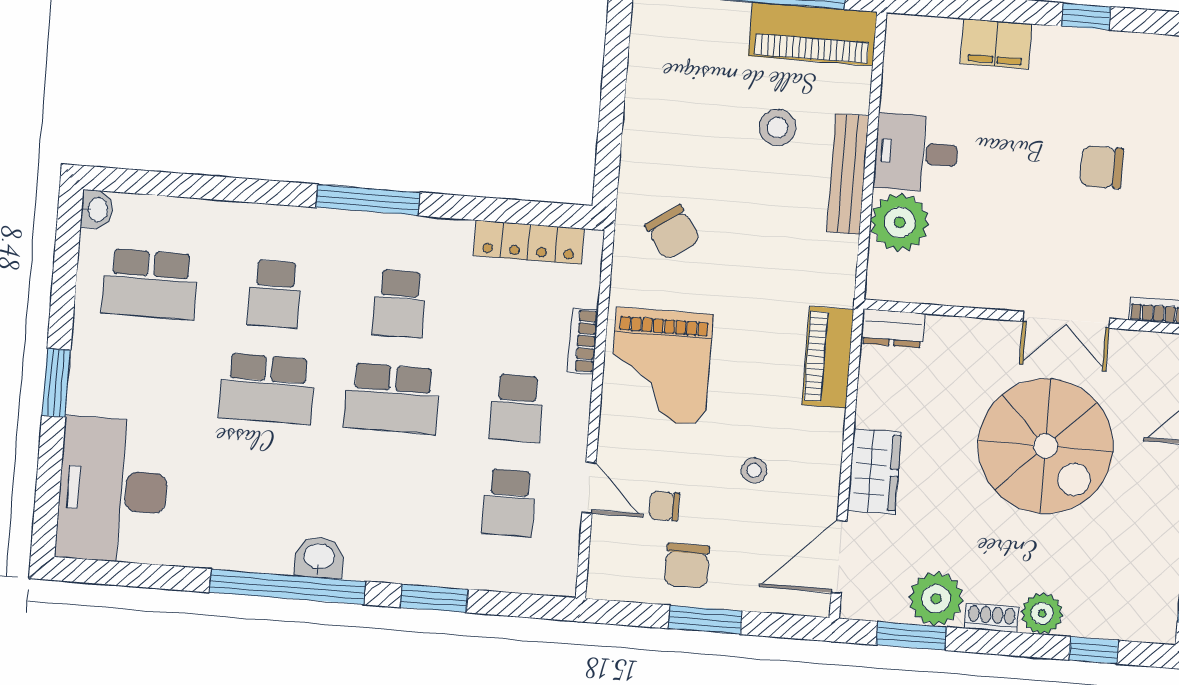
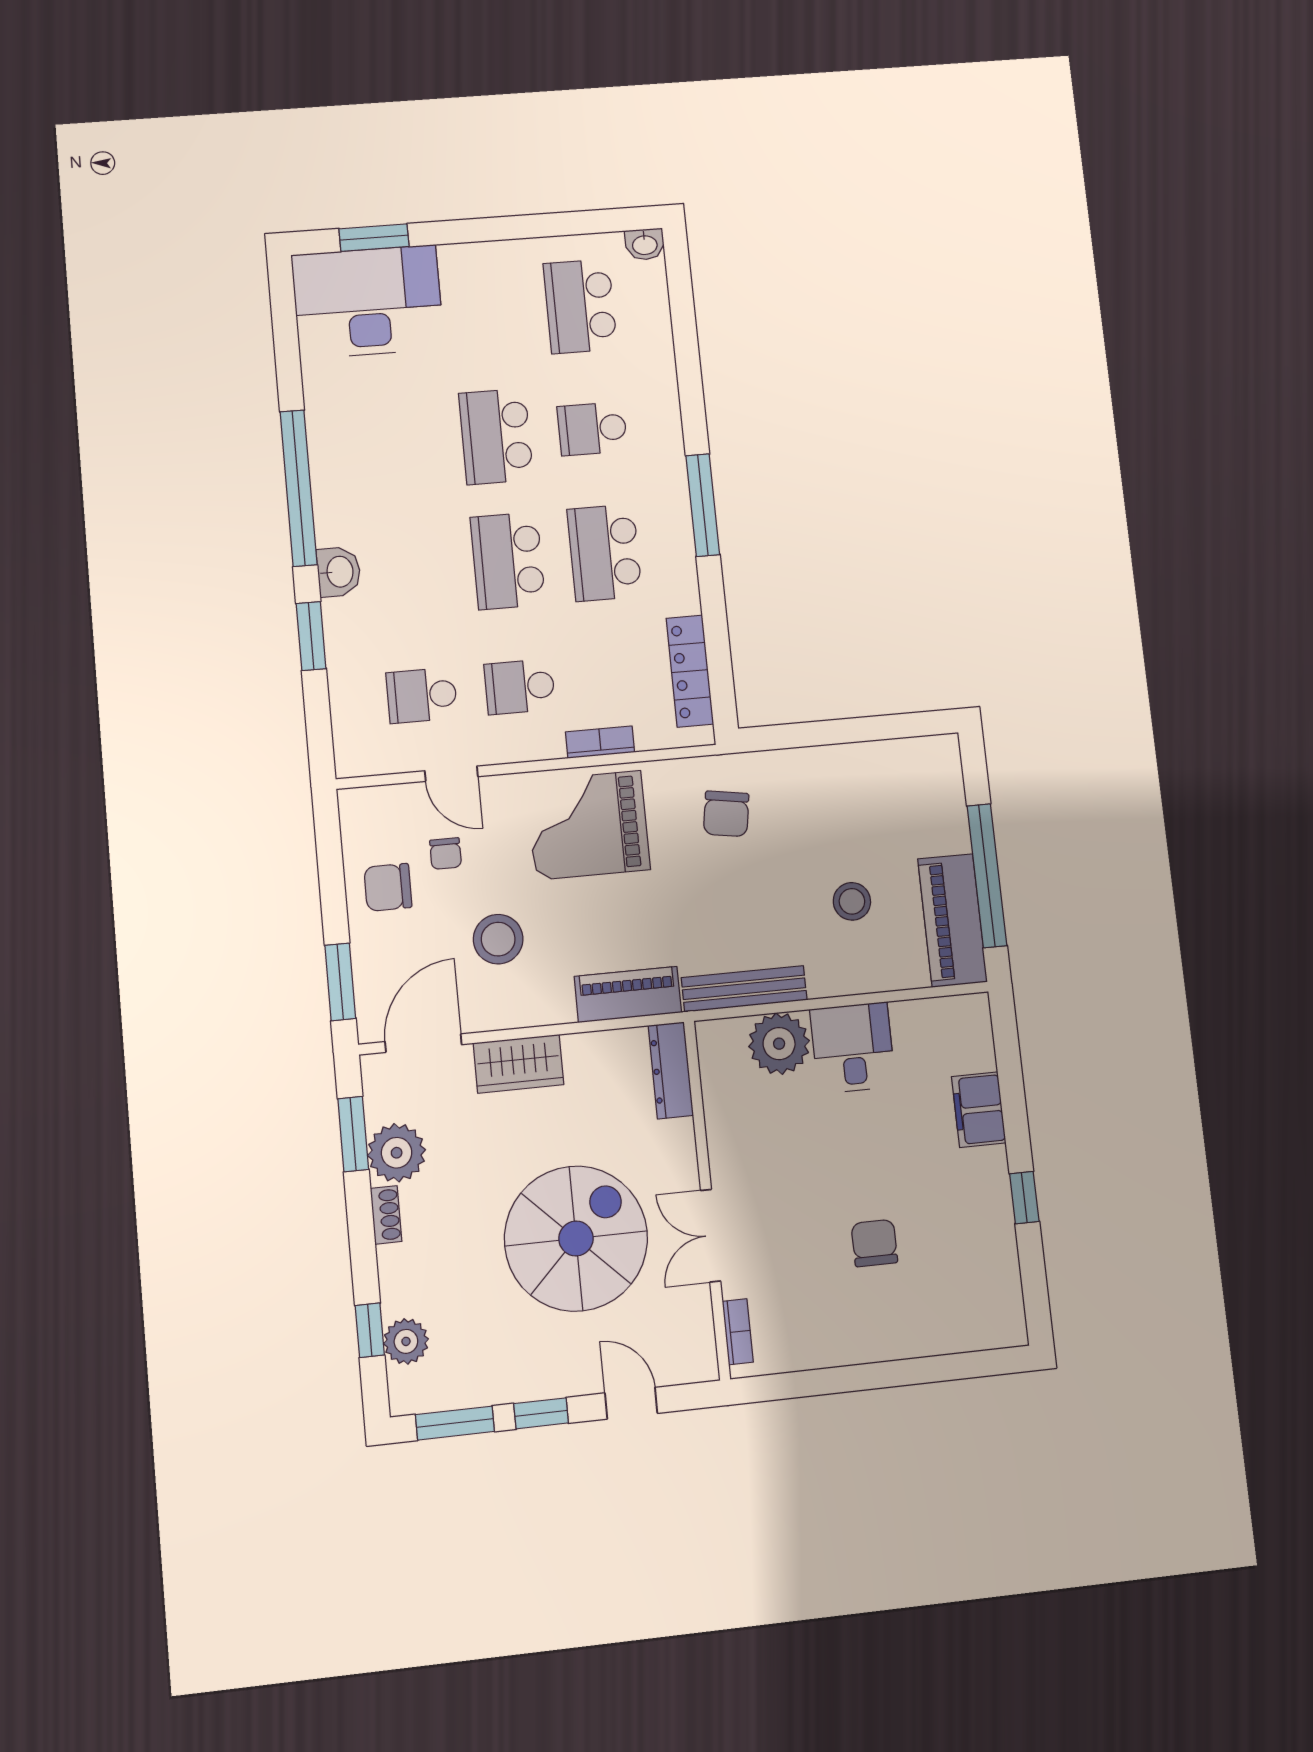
bench: (848, 174) -> (744, 989), moved
chair: (673, 232) -> (726, 814), turned -46
school desk: (399, 304) -> (605, 553), width x1.85
dresser: (893, 328) -> (671, 1070), width x1.44
window: (56, 383) -> (374, 238), moved
spiral stairs: (1046, 446) -> (576, 1238), turned 180
stool: (754, 470) -> (498, 939), width x1.89, depth x1.89
door: (589, 488) -> (451, 774), hinge flipped
chair: (664, 506) -> (446, 854), turned 180
washbasin: (319, 557) -> (339, 572), moved
door: (839, 557) -> (423, 1043), hinge flipped
plant: (1042, 613) -> (406, 1341), moved
window: (705, 620) -> (340, 982), moved

